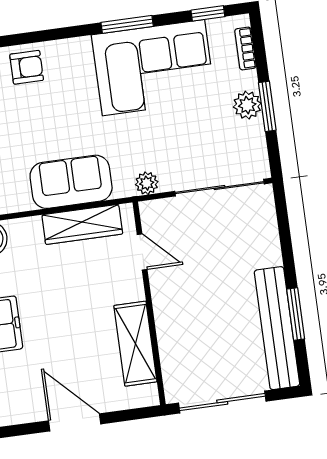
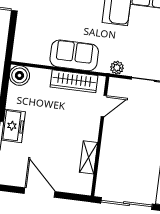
door: (142, 252) -> (104, 106), hinge flipped
shelving: (135, 344) -> (89, 157), width x0.67, depth x0.75

